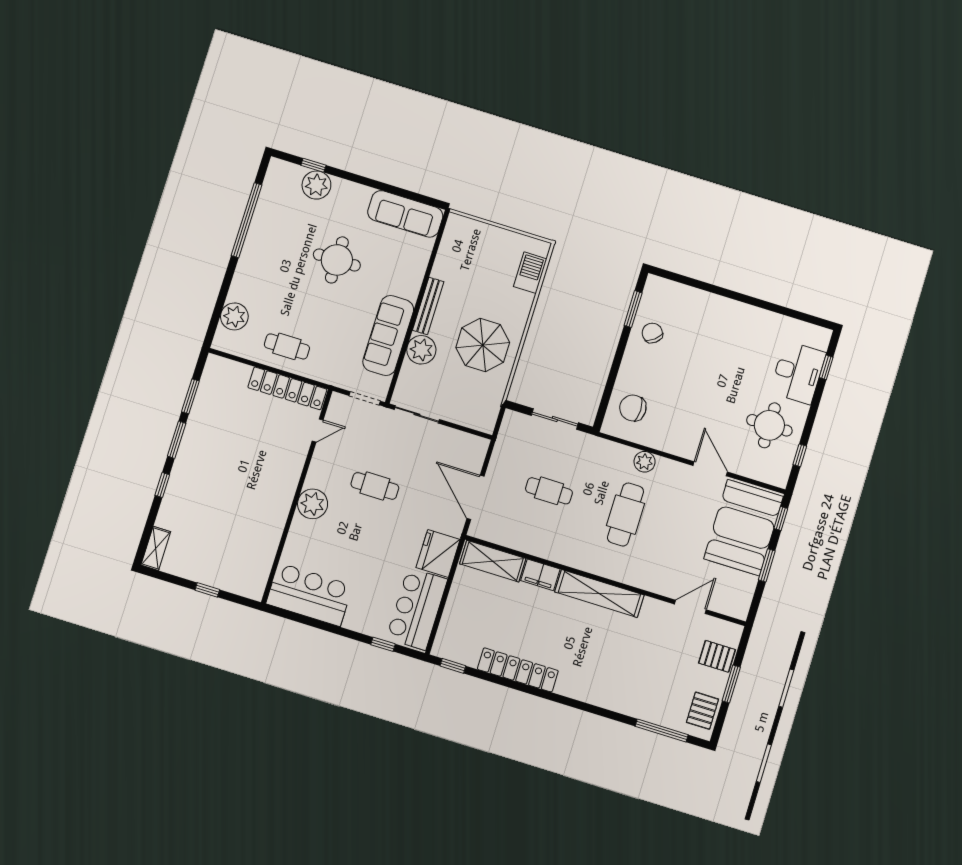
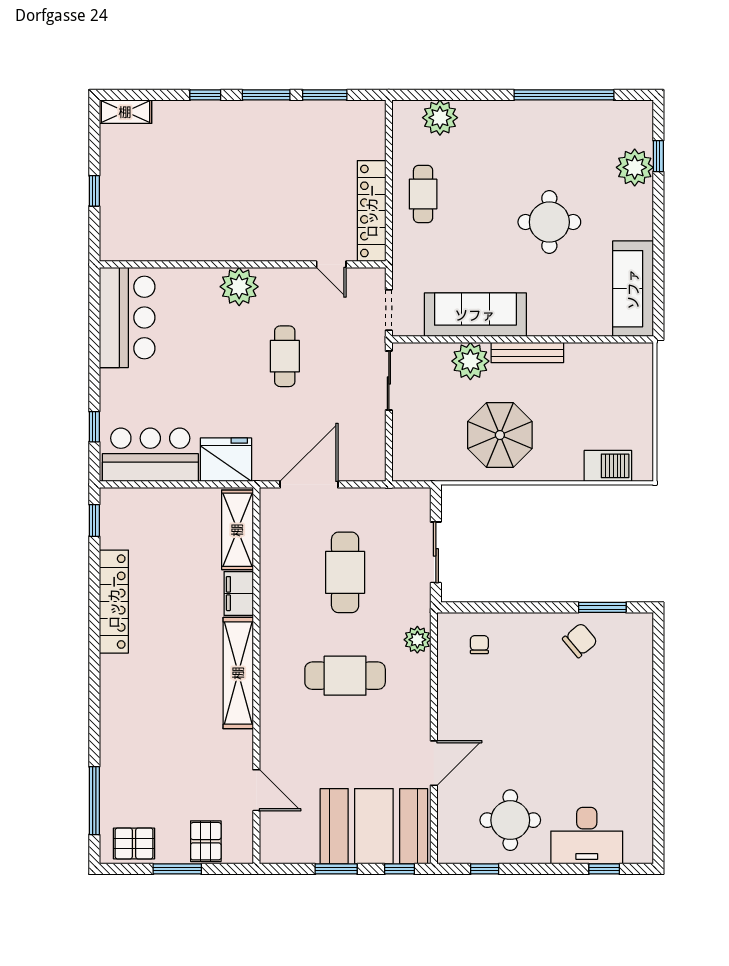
chair: (633, 408) -> (479, 645), width x0.54, depth x0.54
plant: (645, 462) -> (417, 640), moved
cafe table: (549, 491) -> (345, 572), width x1.37, depth x1.35

